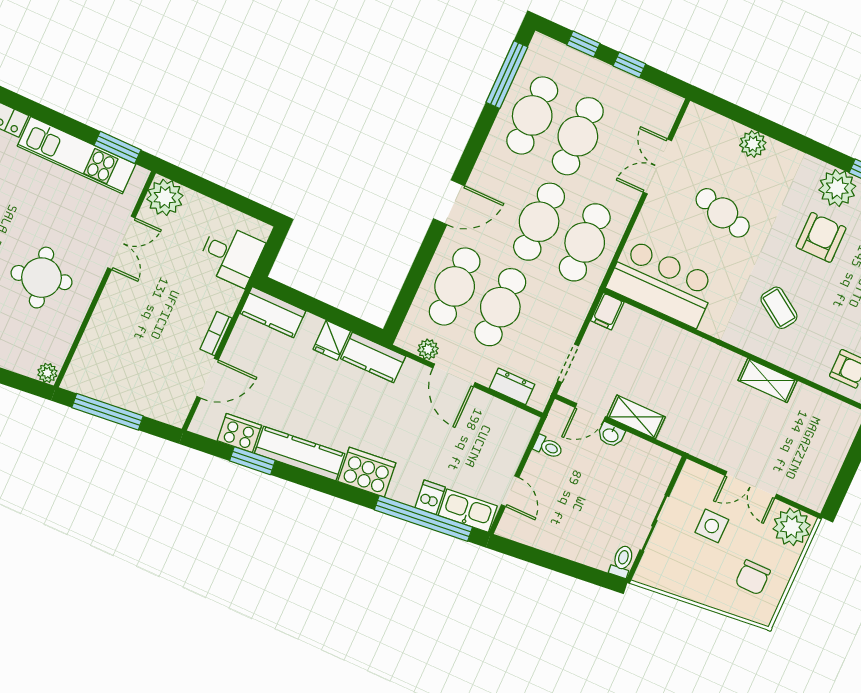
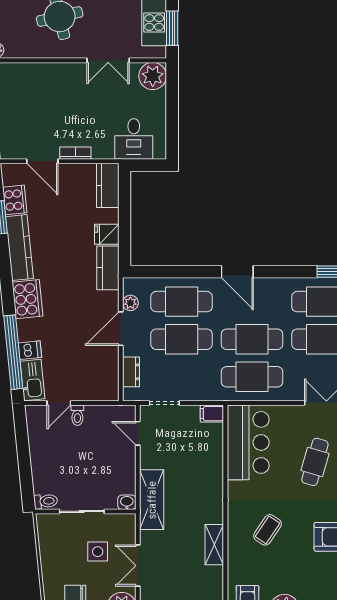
shelving: (636, 417) -> (152, 500), moved, width x1.50, depth x1.33
washbasin: (611, 435) -> (127, 502), moved, turned 90
toilet: (548, 447) -> (77, 415), moved

